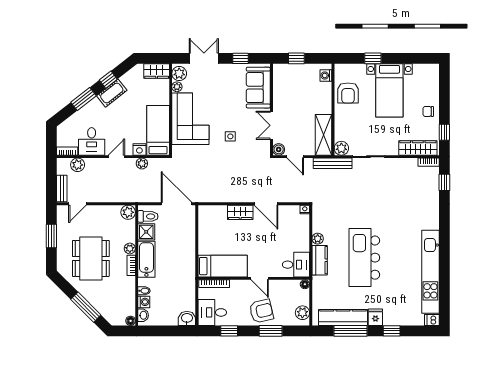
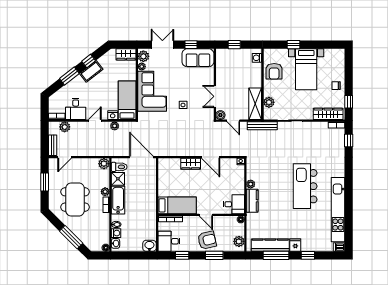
sofa: (258, 88) -> (198, 58), moved, turned -90
plant: (341, 148) -> (269, 102), moved
kitchen island: (364, 258) -> (305, 186), moved

